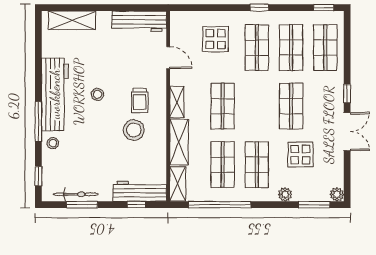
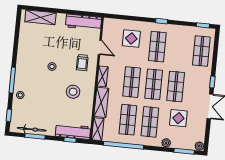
shop shelf: (291, 48) -> (154, 84), moved
workbench: (55, 94) -> (25, 64), removed
trolley: (140, 100) -> (82, 63), moved

